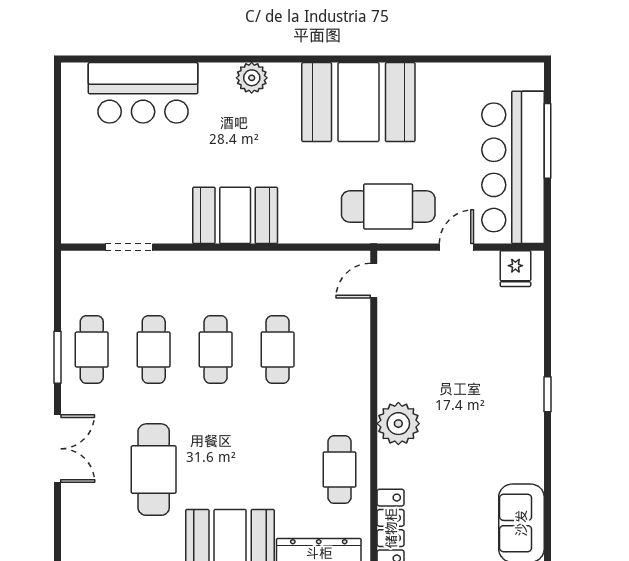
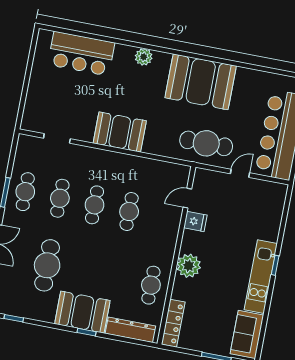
fridge: (515, 269) -> (195, 221), moved, turned -90
door: (374, 281) -> (187, 198), moved
kitchen unit: (526, 419) -> (261, 277), added

